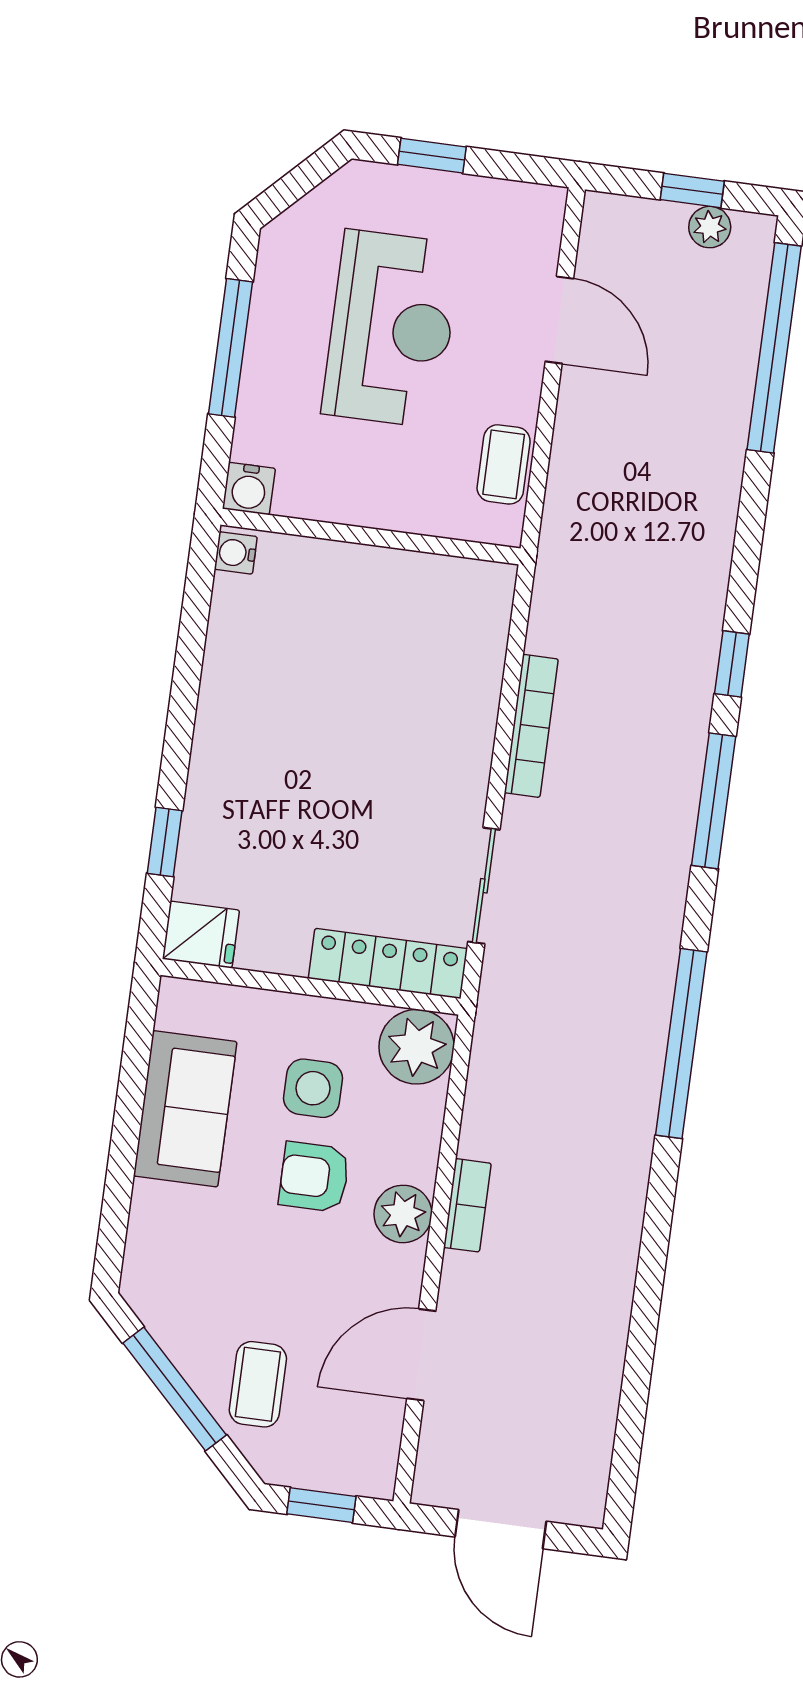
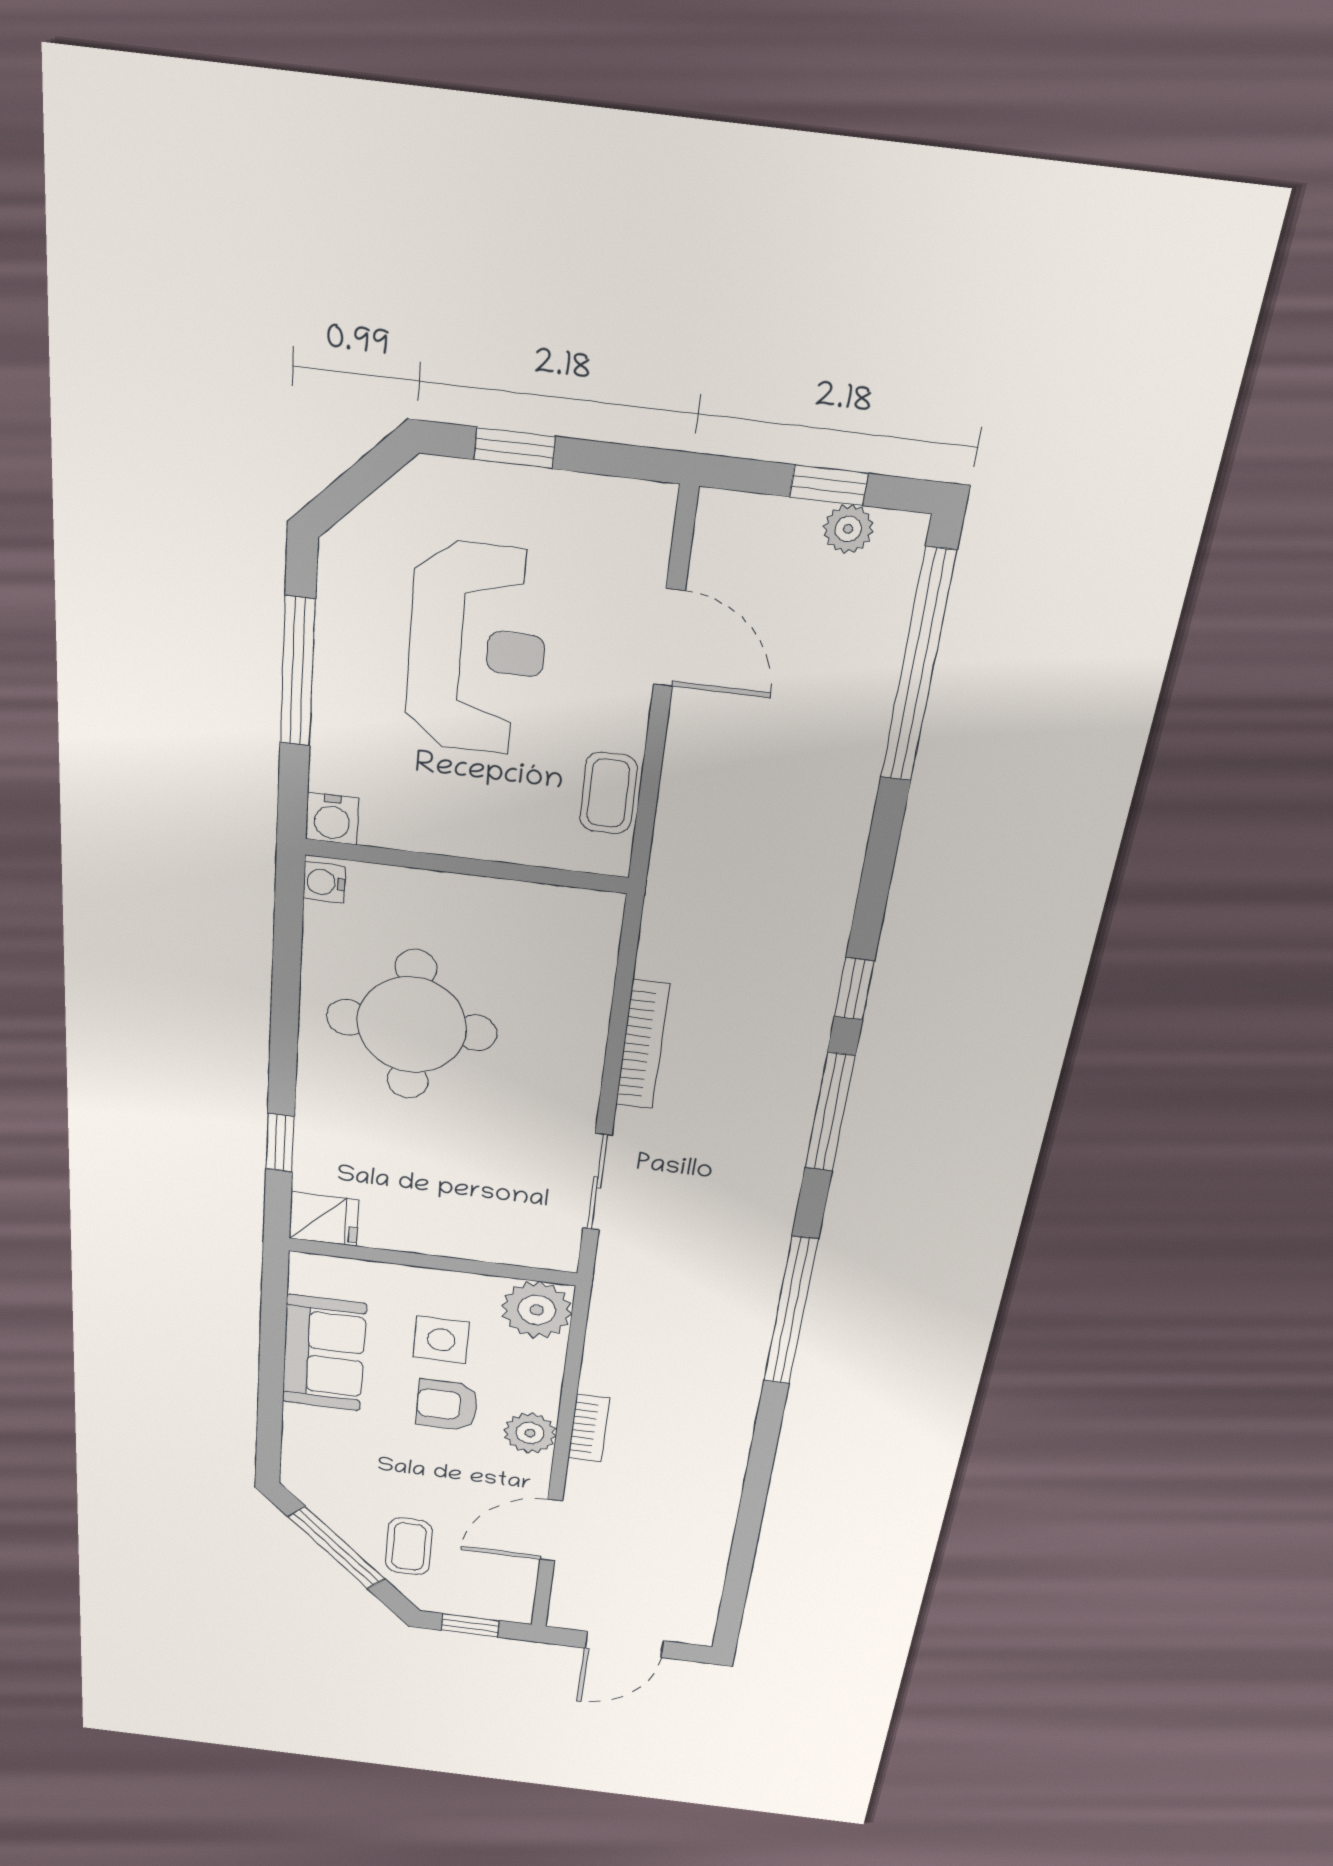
round table: (308, 705) -> (412, 1025), added
locker: (388, 963) -> (506, 1244), removed
door: (501, 1529) -> (624, 1644), hinge flipped

